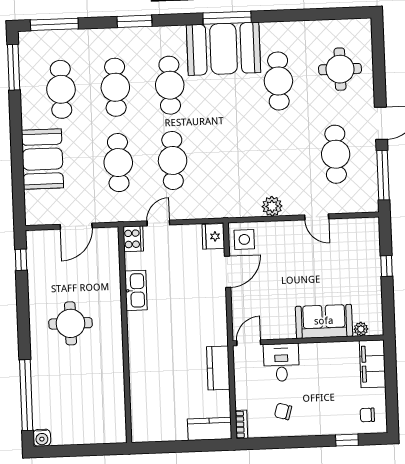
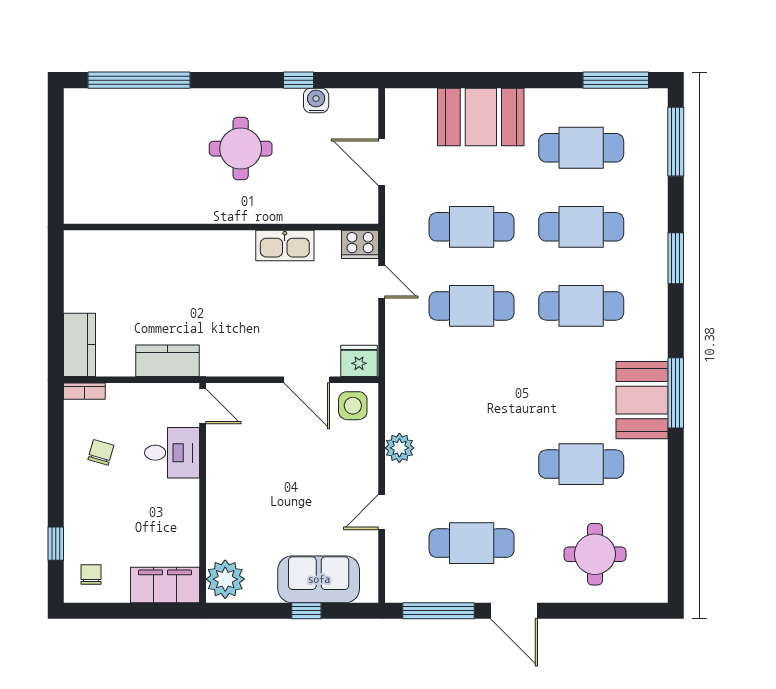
booth: (224, 49) -> (642, 400), width x0.73, depth x0.70
window: (21, 260) -> (299, 80), moved
sofa: (324, 321) -> (319, 579), moved, turned -90
plant: (361, 329) -> (225, 579), width x1.88, depth x1.88
water cooler: (42, 438) -> (316, 101), moved, turned 90

